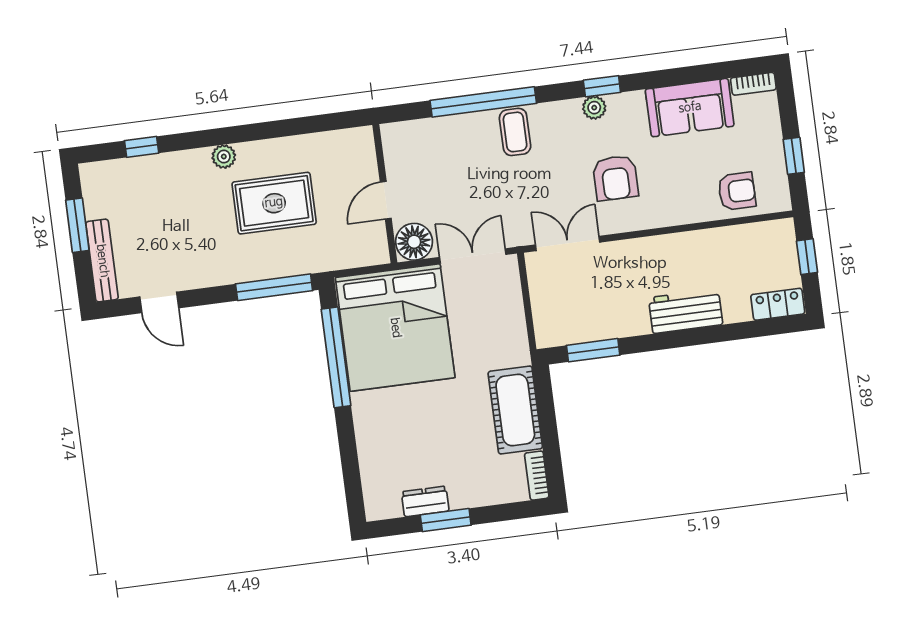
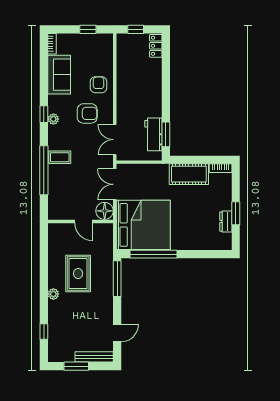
armchair: (737, 191) -> (99, 85), moved
workbench: (686, 311) -> (153, 134), moved

